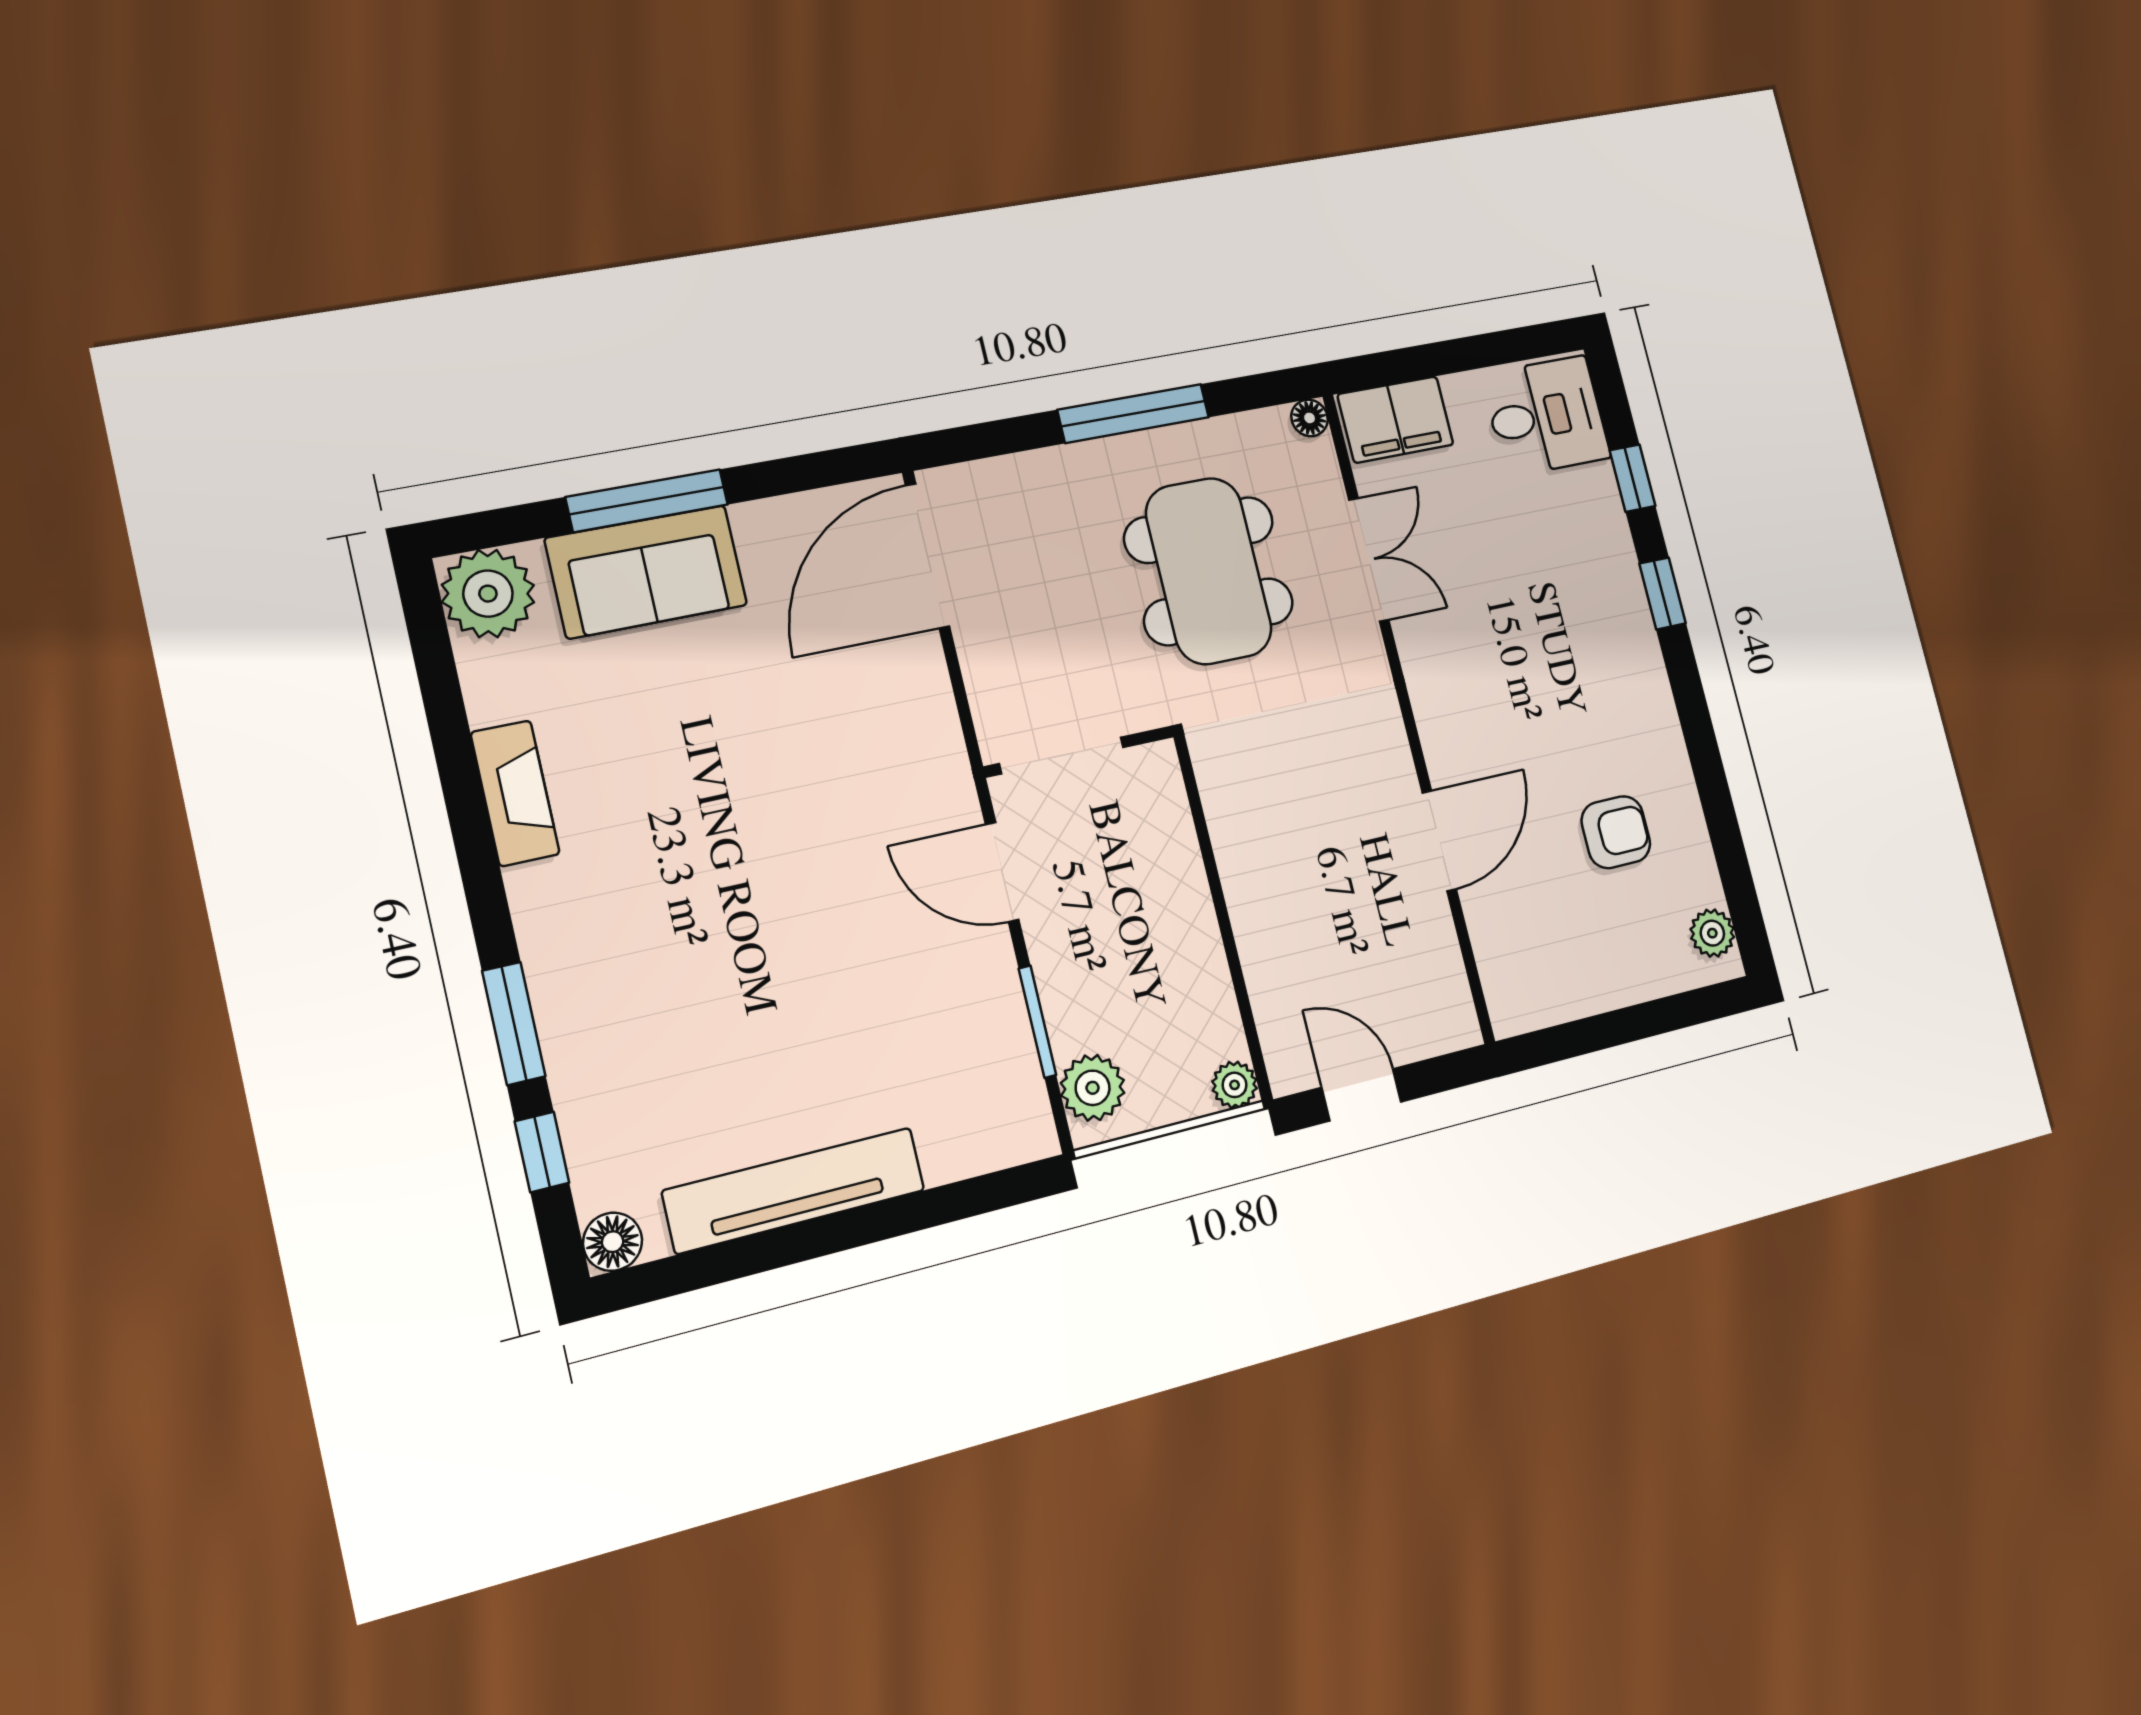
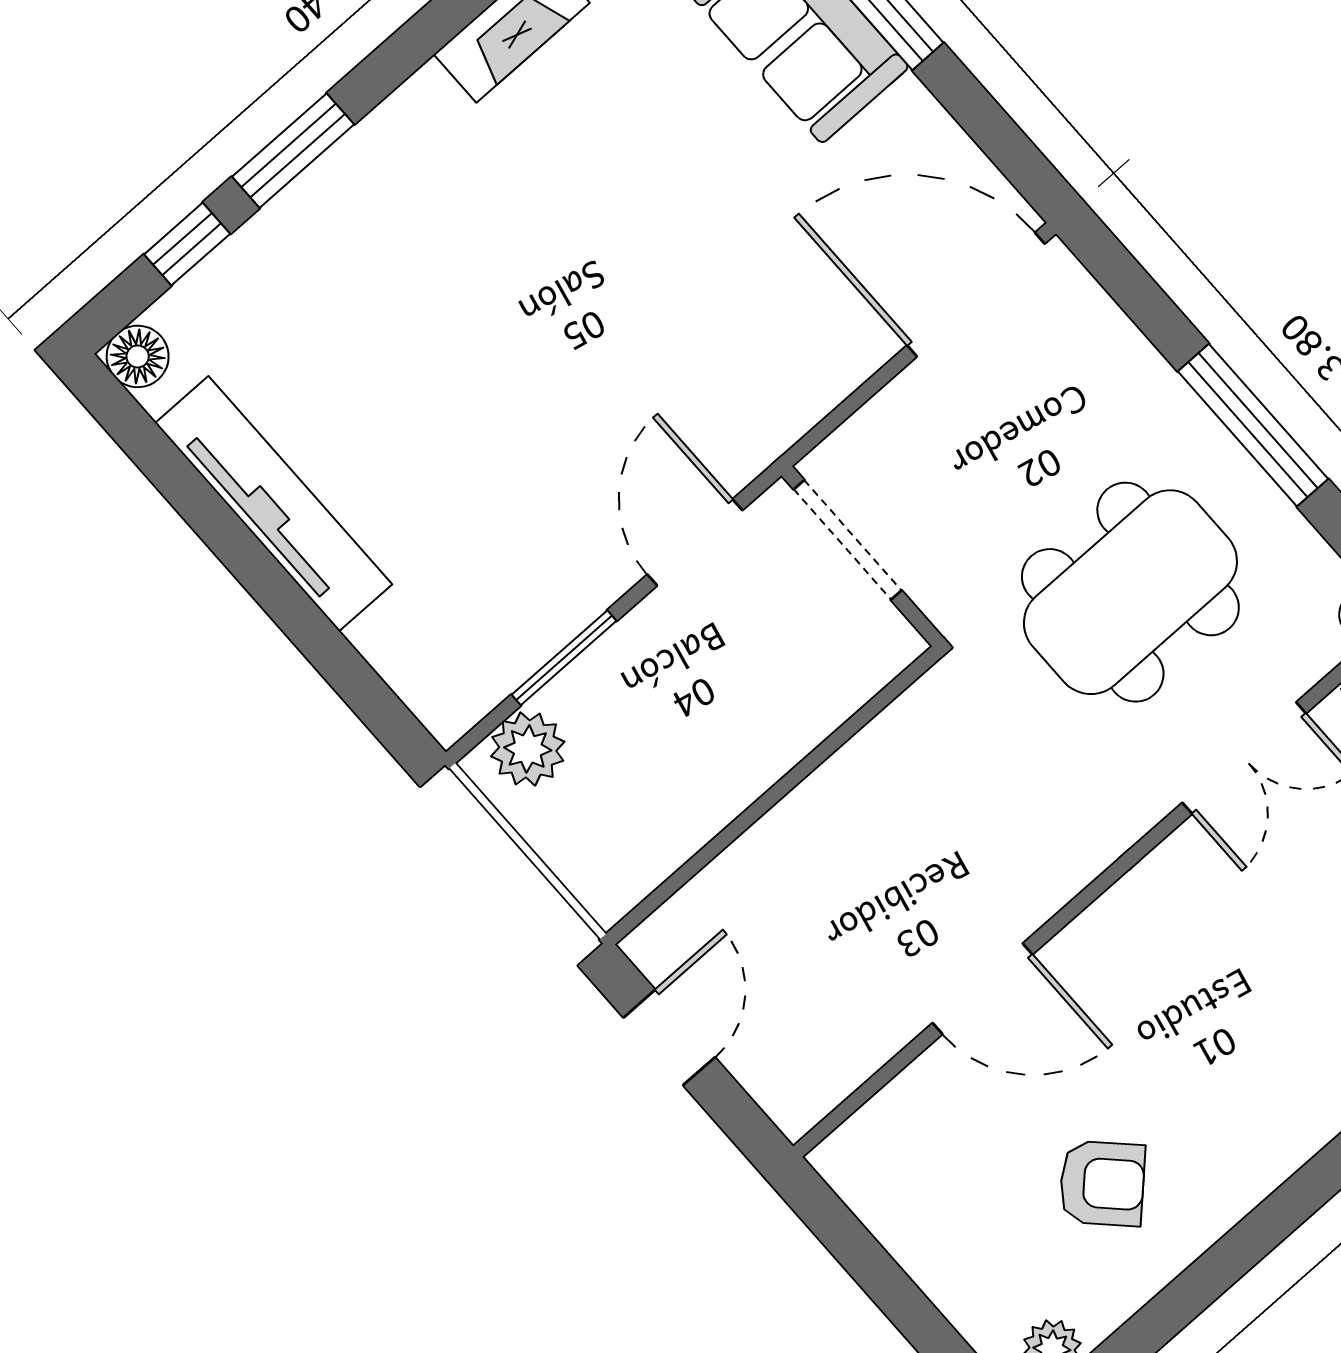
armchair: (1616, 832) -> (1102, 1183), turned -45
plant: (1235, 1085) -> (608, 896), removed

